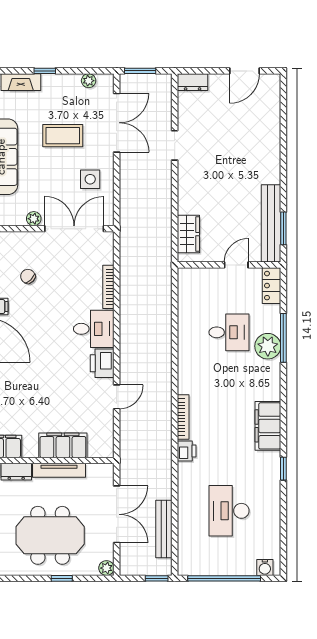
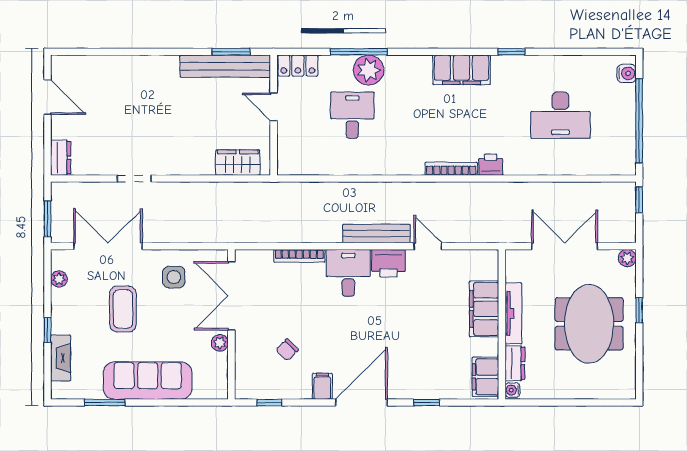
bench: (164, 529) -> (376, 234), moved

